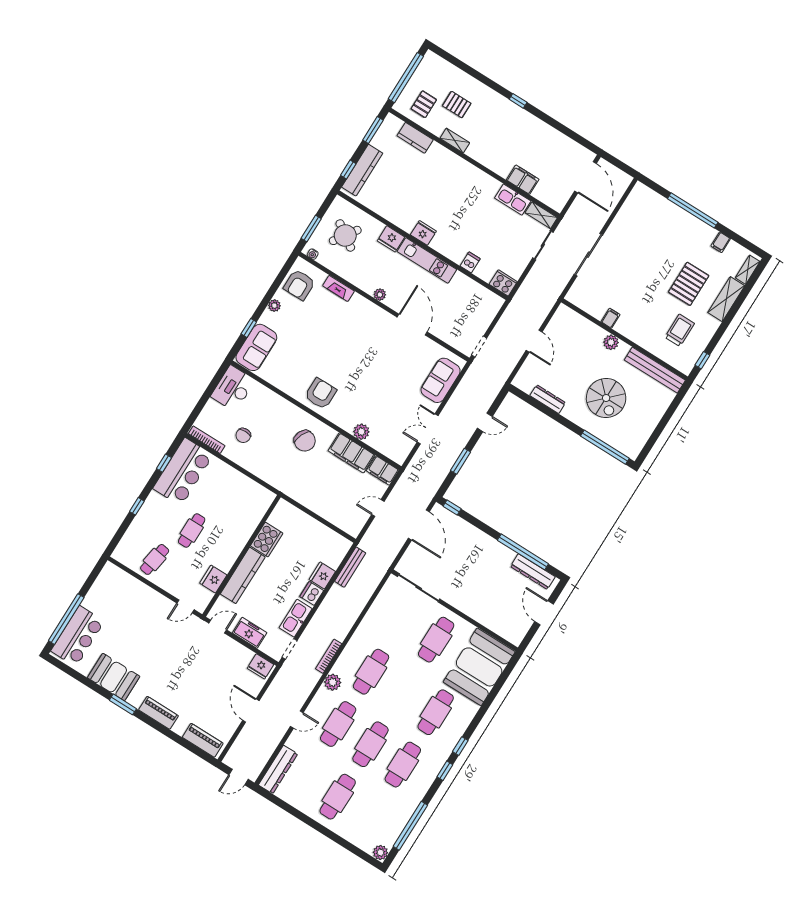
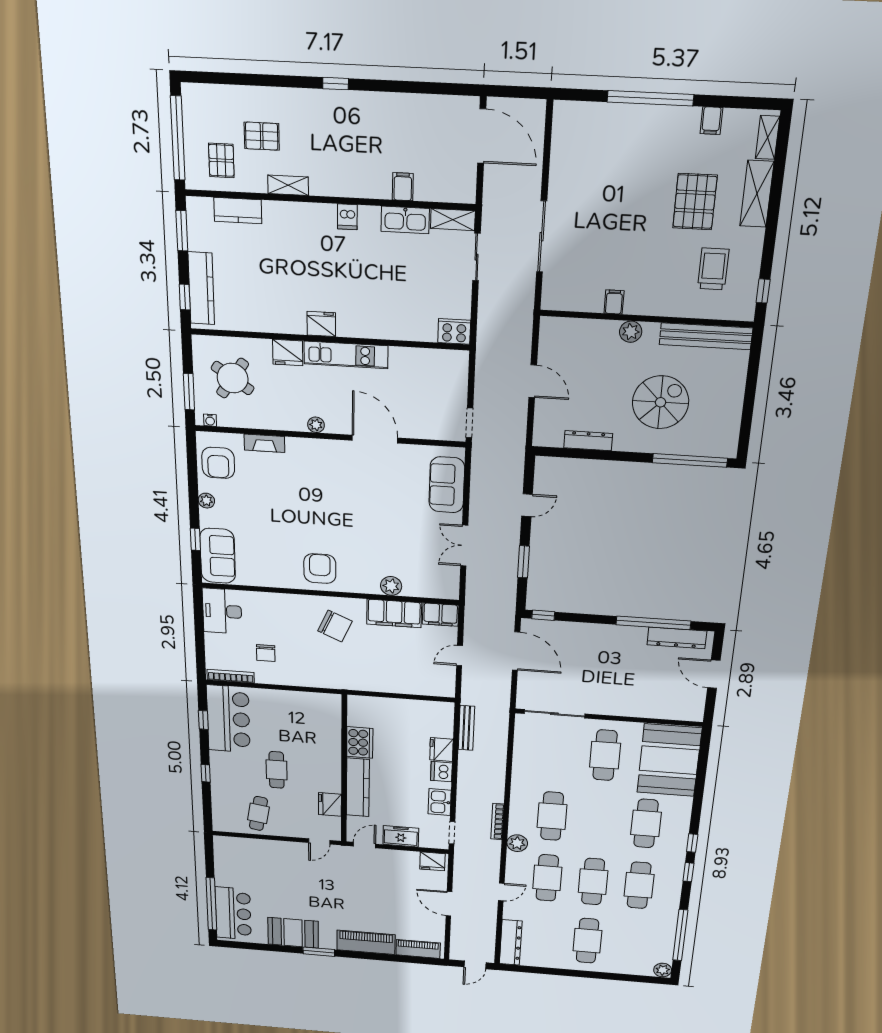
filing cabinet: (523, 180) -> (403, 187), width x0.50
dishwasher: (470, 262) -> (347, 217), moved, turned 180
spiral stairs: (606, 398) -> (661, 402), turned -90
kitchen sink: (296, 618) -> (440, 802), width x0.73
piano: (158, 713) -> (366, 942), width x1.37, depth x1.33

